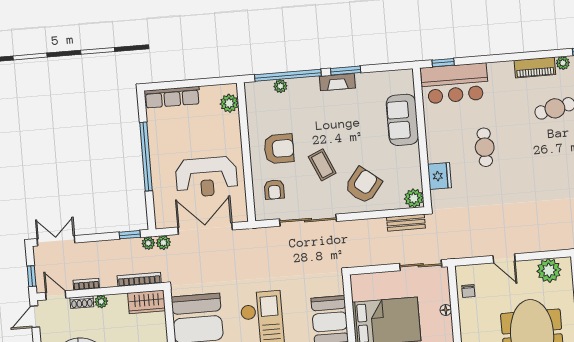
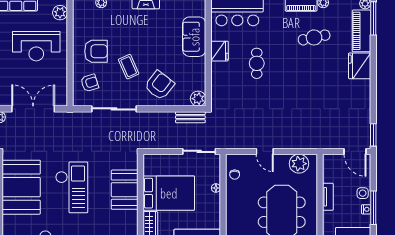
fridge: (439, 176) -> (220, 51), moved
reception desk: (207, 177) -> (36, 46), moved
armchair: (274, 190) -> (90, 83), turned -107

